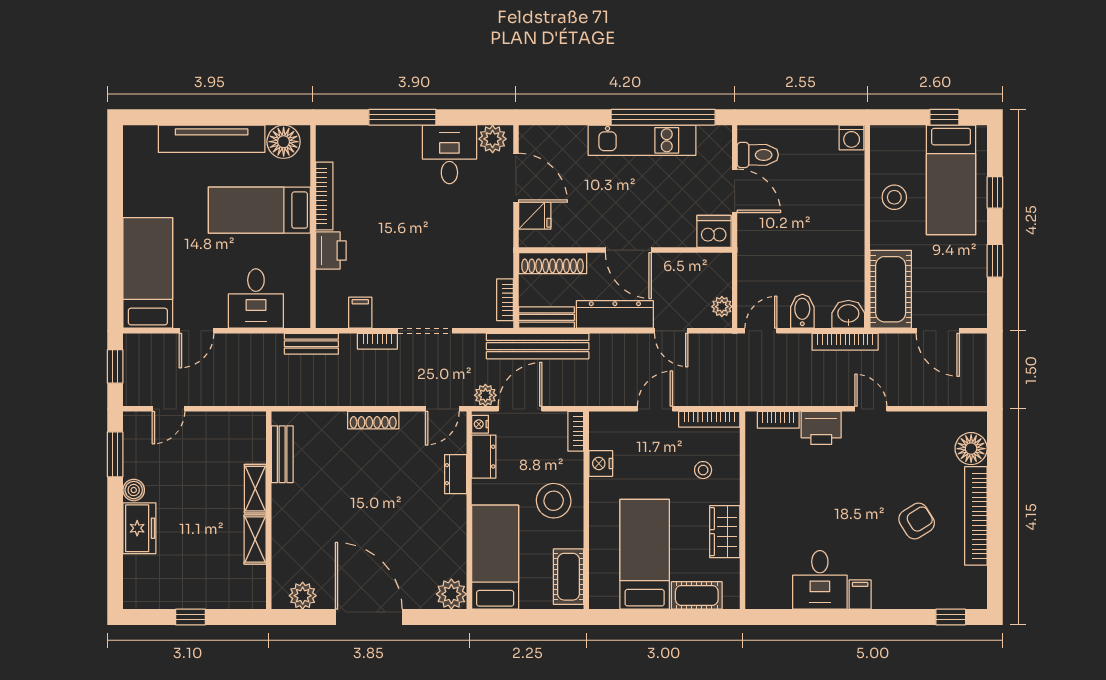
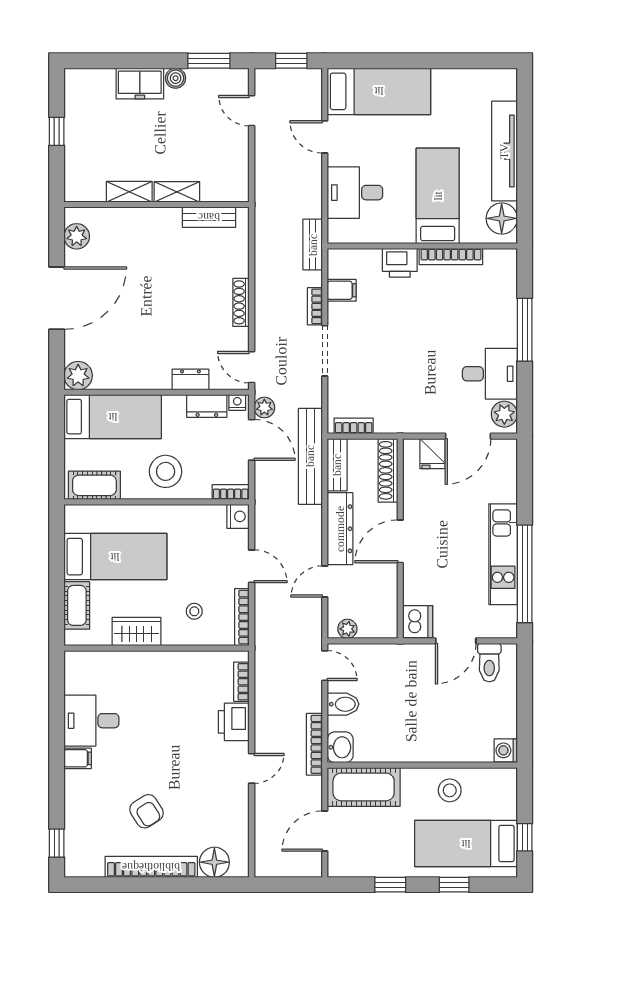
nightstand: (601, 463) -> (238, 516), moved, turned 90

